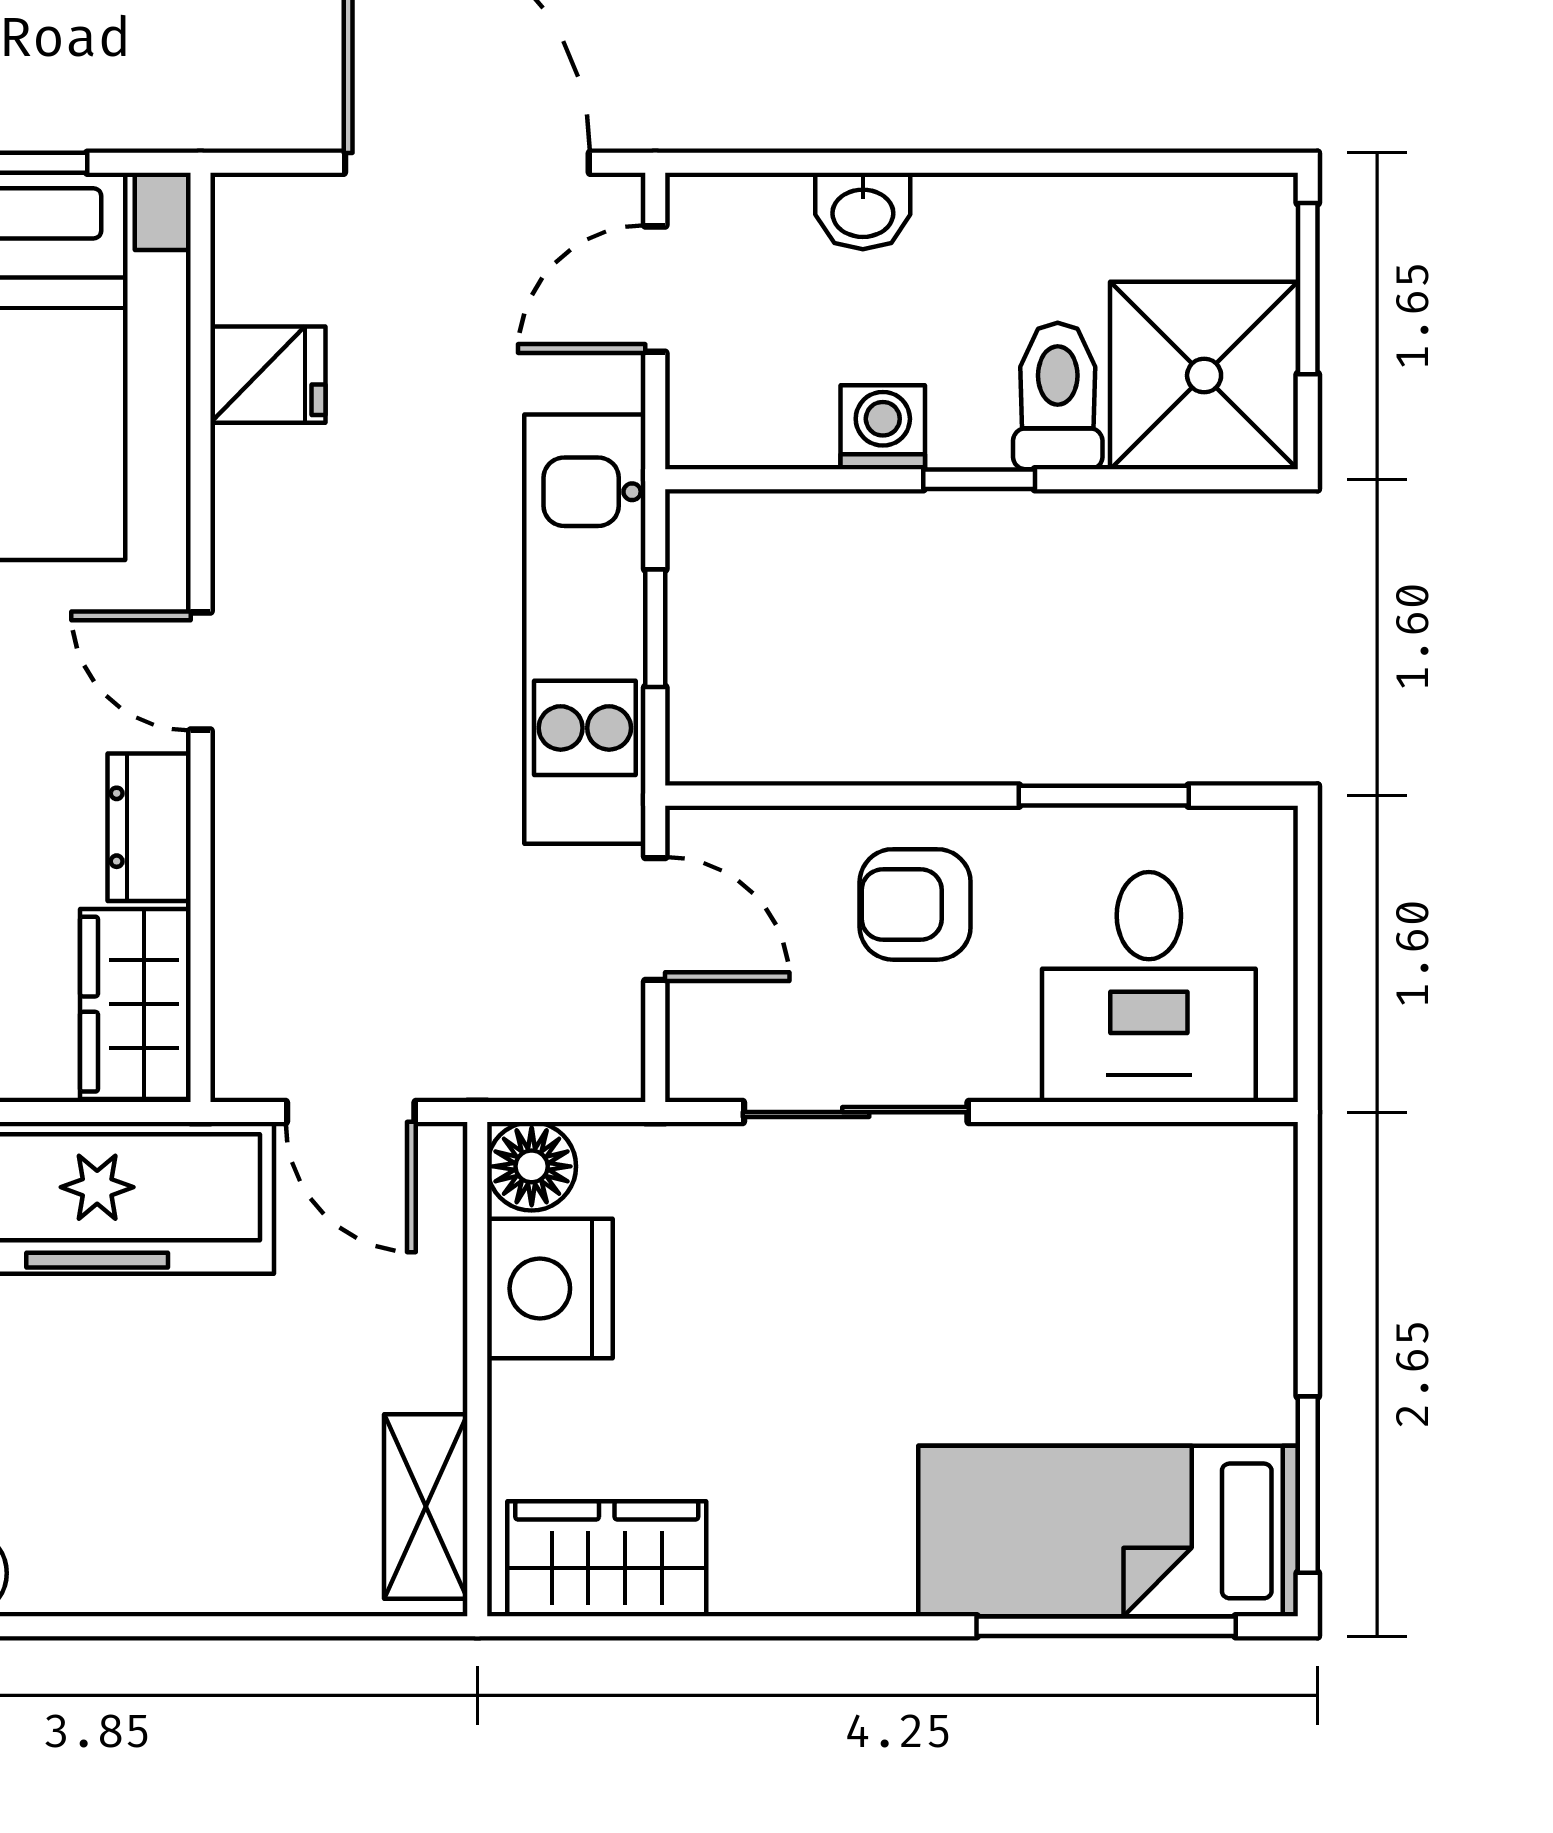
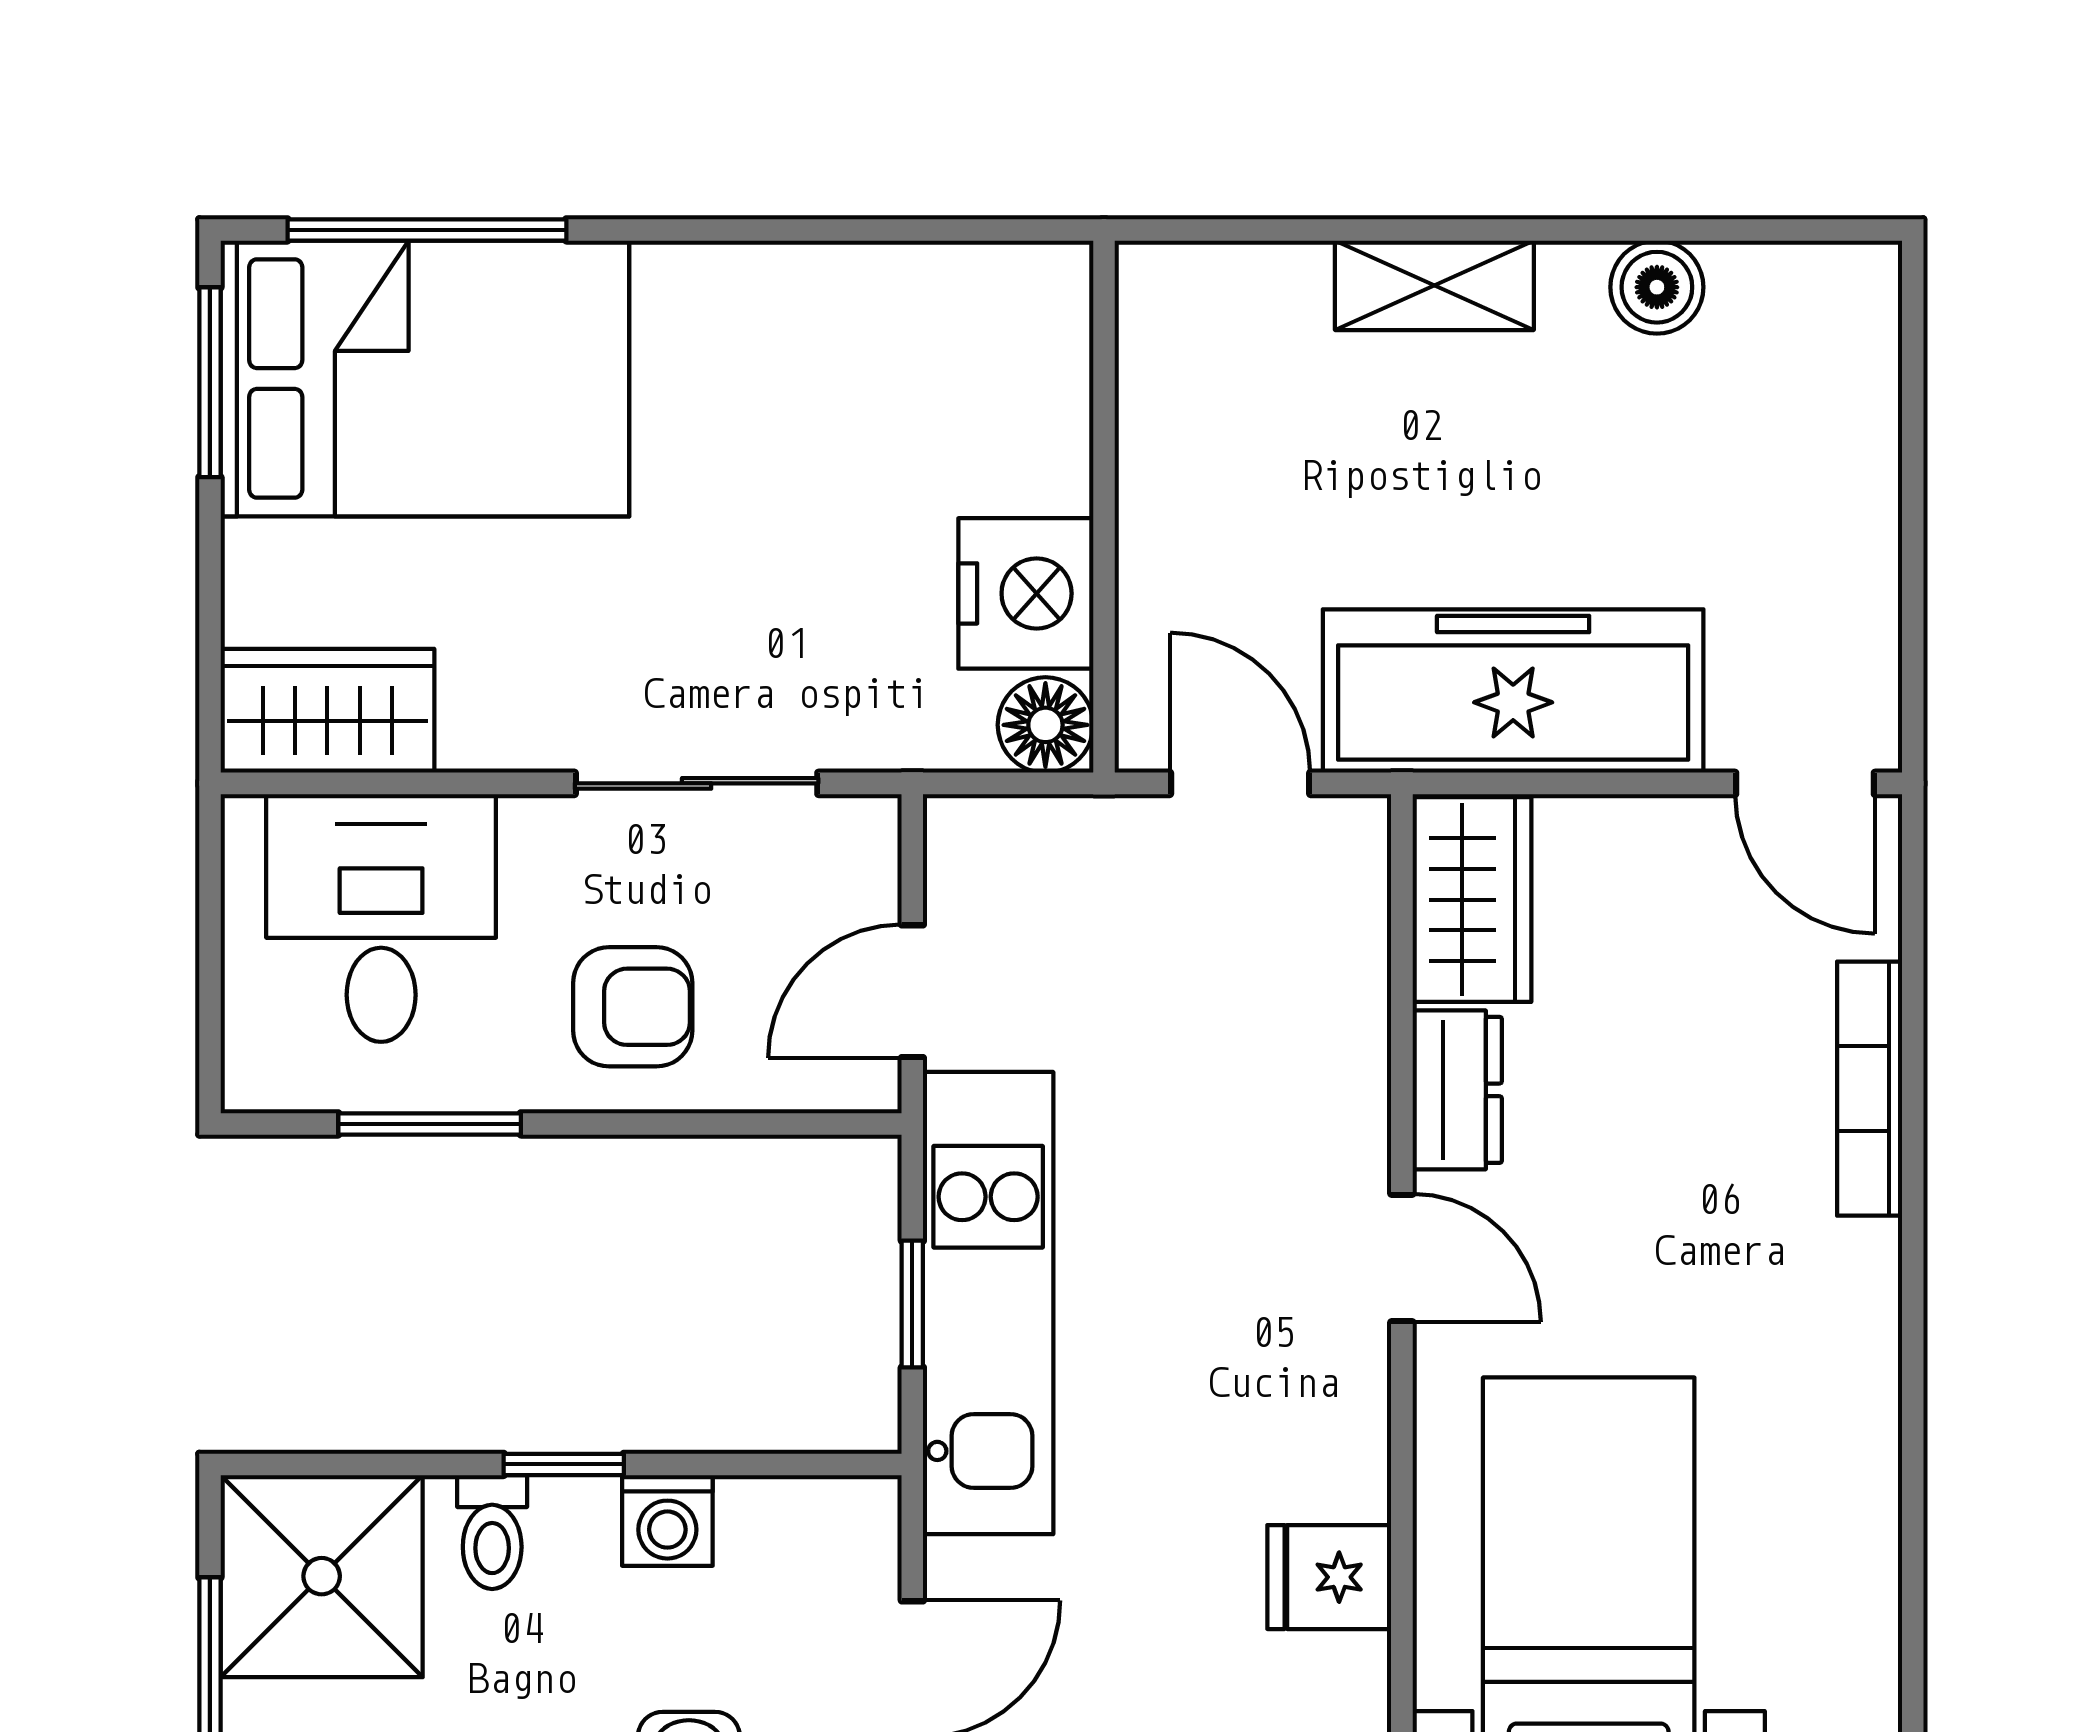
toilet: (1058, 396) -> (492, 1532), width x0.73, depth x0.72
door: (655, 919) -> (912, 991), hinge flipped
shelving: (426, 1507) -> (1434, 285), moved, turned 90
bed: (1108, 1531) -> (425, 379), width x1.50
wardrobe: (607, 1559) -> (327, 711), moved, turned 180

